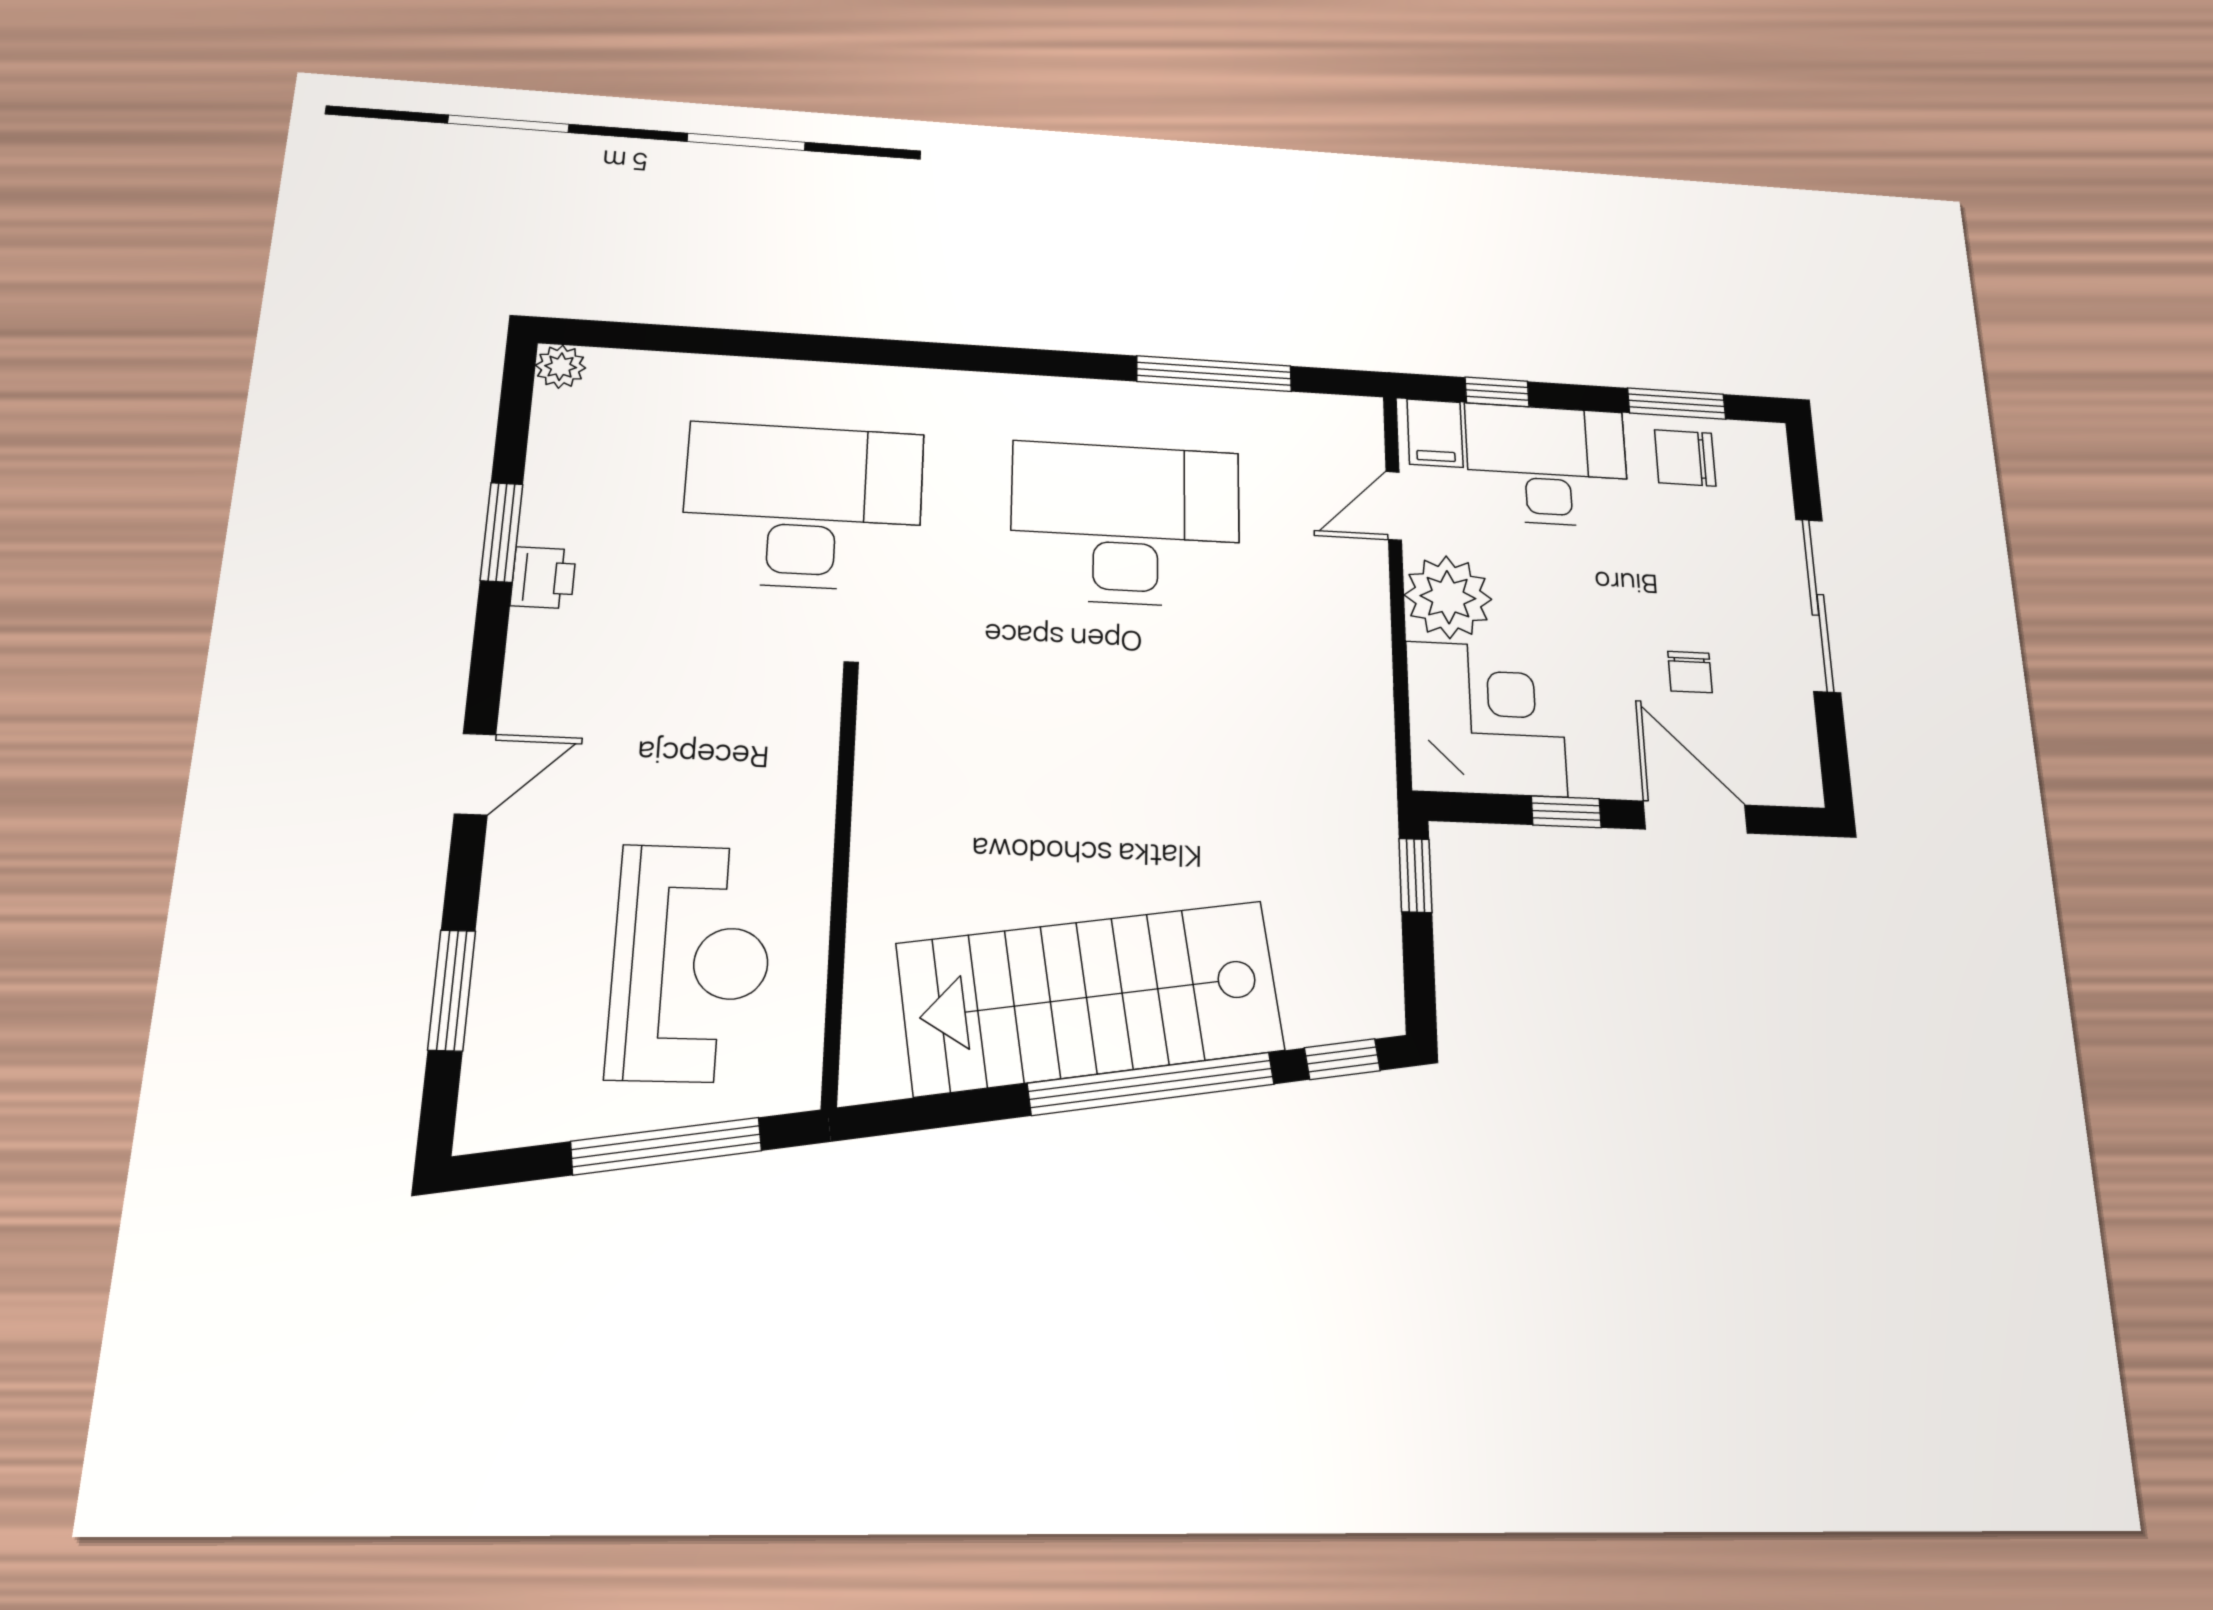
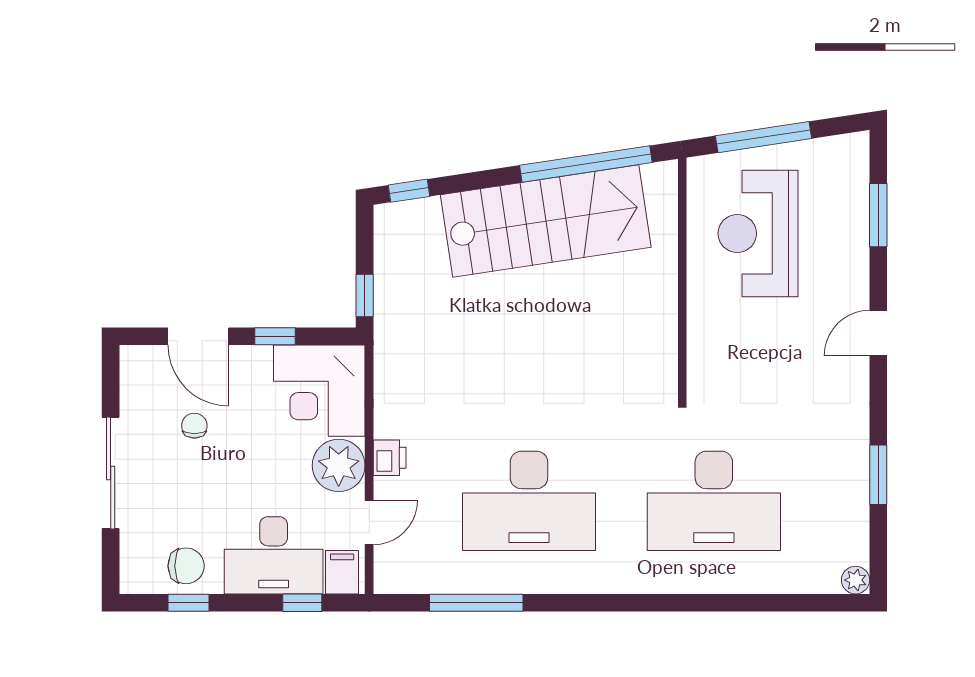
window: (1677, 404) -> (189, 603), width x0.67
printer: (543, 578) -> (390, 458), moved, turned 180
window: (1151, 1084) -> (586, 164), moved

